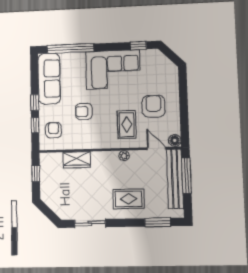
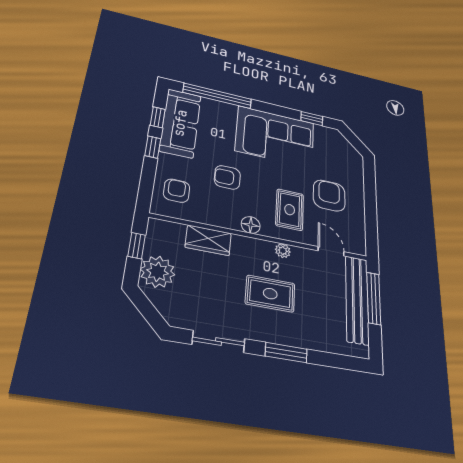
window: (35, 125) -> (158, 117), moved
floor lamp: (175, 140) -> (251, 225), moved
plant: (50, 188) -> (158, 272), added
rug: (129, 199) -> (270, 294), moved
window: (158, 222) -> (286, 353), moved

